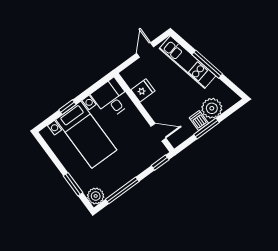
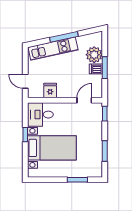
door: (145, 50) -> (25, 81), moved
window: (67, 107) -> (25, 135), moved
window: (122, 190) -> (105, 151), width x0.69
plant: (96, 196) -> (96, 171), removed

